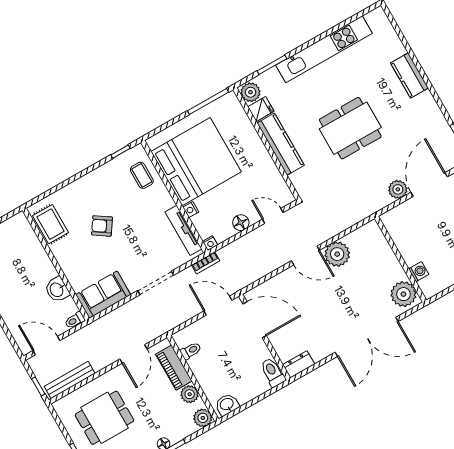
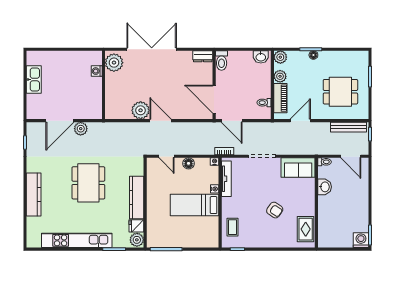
kitchen counter: (409, 75) -> (34, 194), width x1.50
dining table: (350, 128) -> (88, 183), turned 90
bed: (196, 162) -> (194, 205), width x0.49

